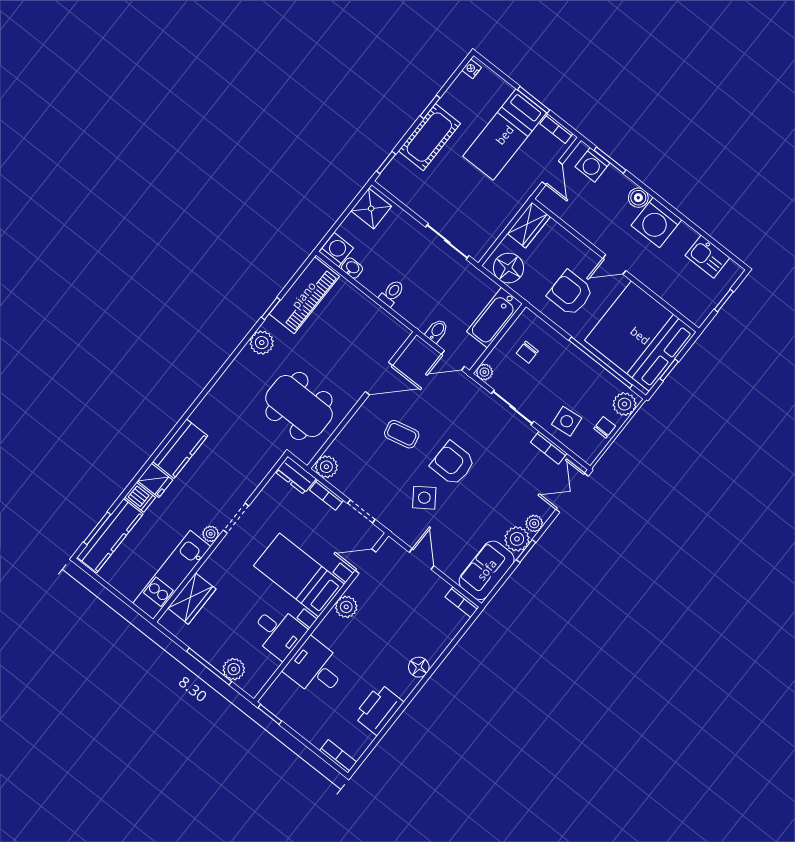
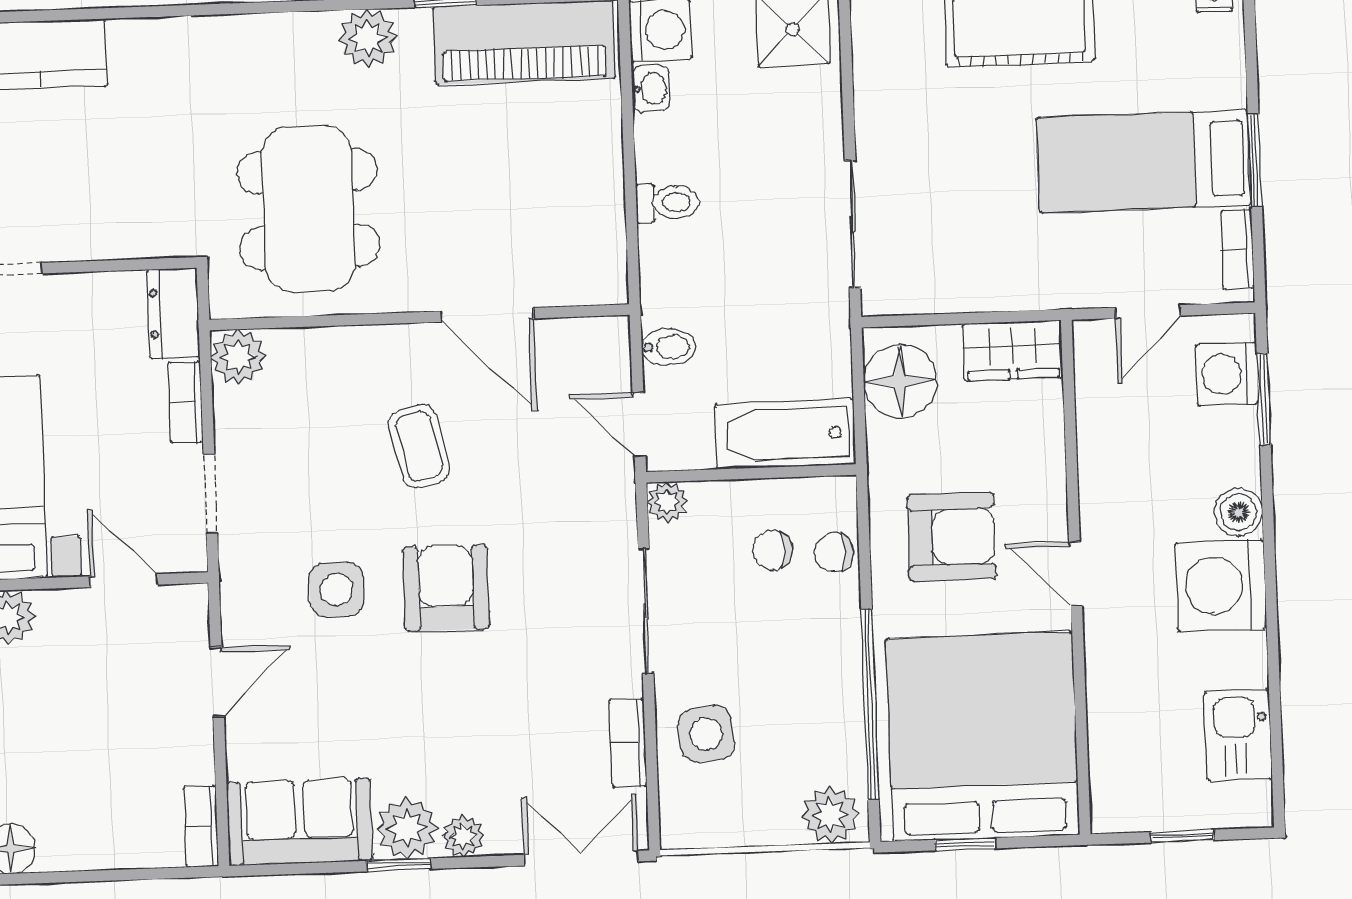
armchair: (570, 293) -> (952, 537), turned 90
chair: (605, 427) -> (834, 552), moved, turned 180
side table: (424, 498) -> (336, 589), turned 35

